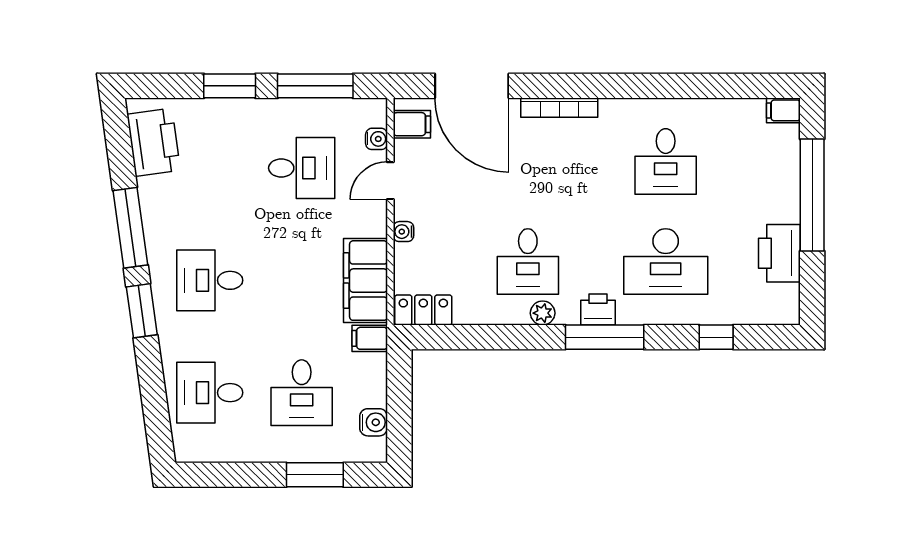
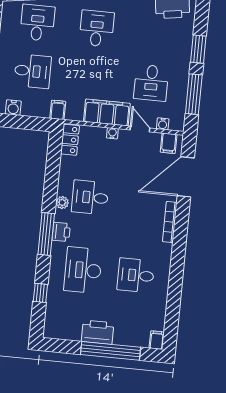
printer: (779, 253) -> (98, 332), moved
filing cabinet: (365, 281) -> (107, 112), moved
desk: (302, 393) -> (33, 71), turned 180

